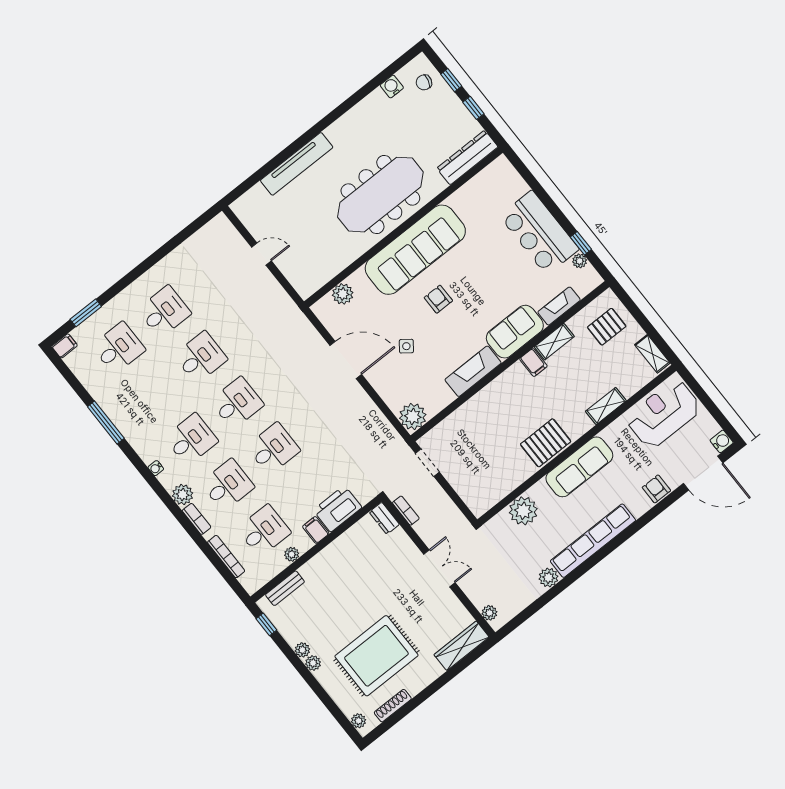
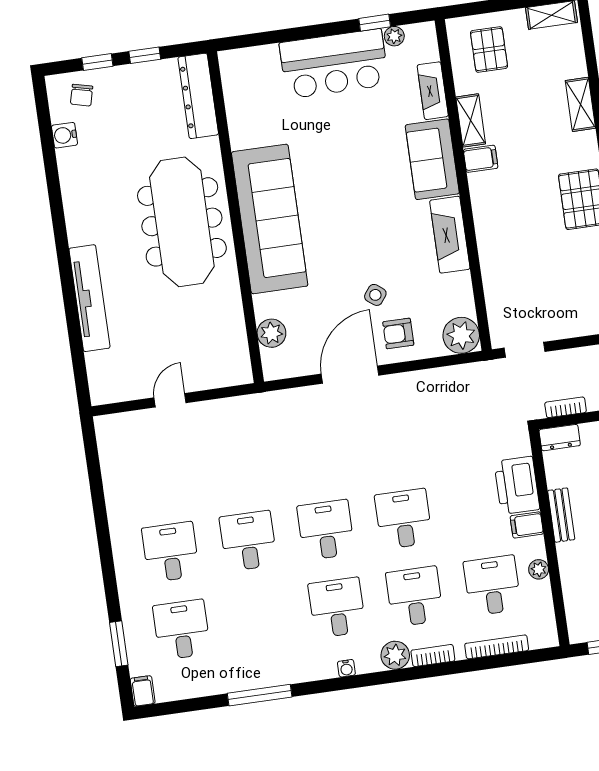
armchair: (438, 299) -> (398, 333), moved
bench: (285, 588) -> (561, 515), moved

